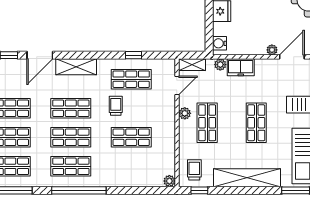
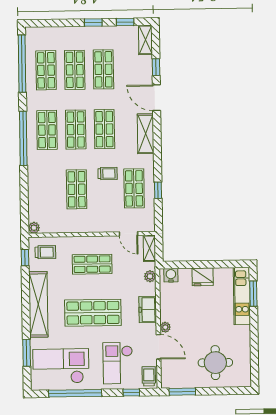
freezer: (241, 67) -> (148, 310), moved
plant: (185, 113) -> (101, 242), removed
shop shelf: (256, 123) -> (93, 313), width x1.43, depth x1.36

